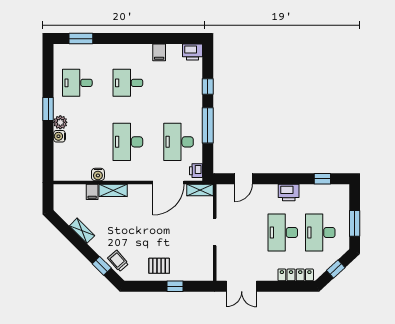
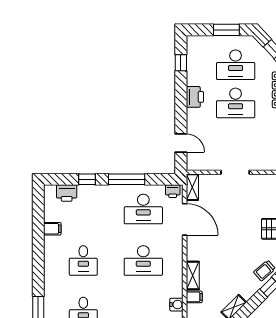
printer: (192, 52) -> (67, 193), moved, turned 90
water cooler: (98, 174) -> (176, 305), moved

